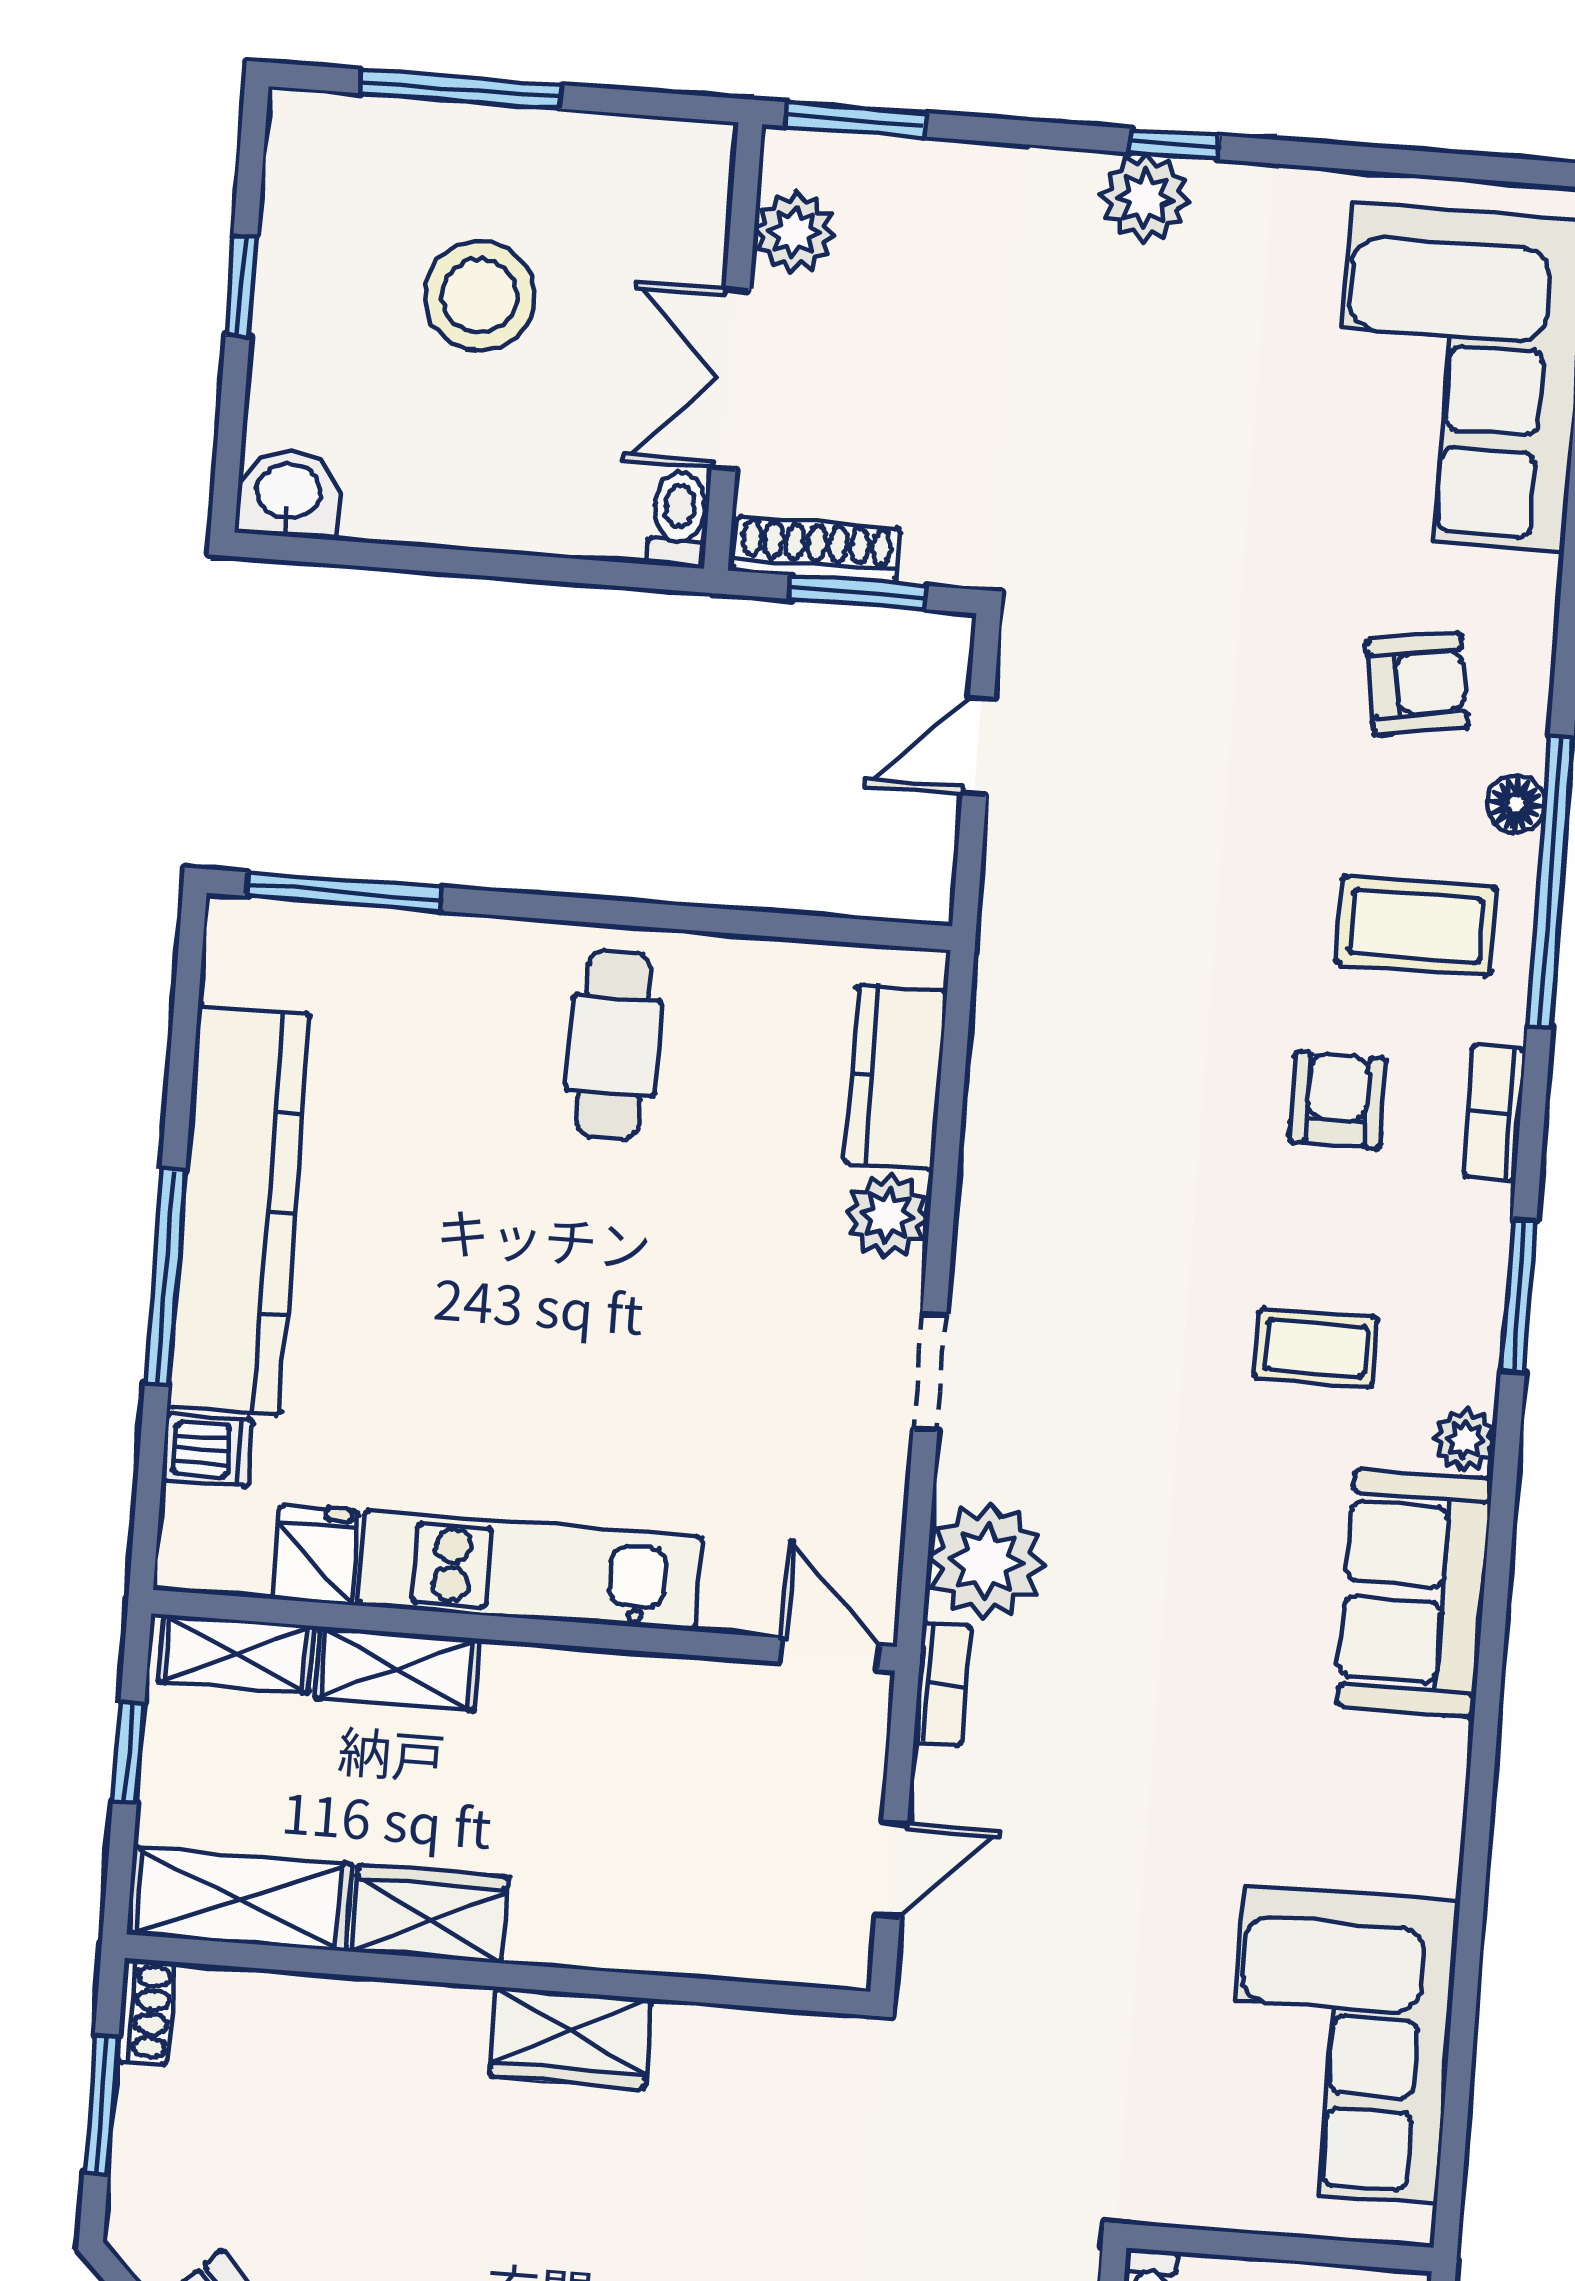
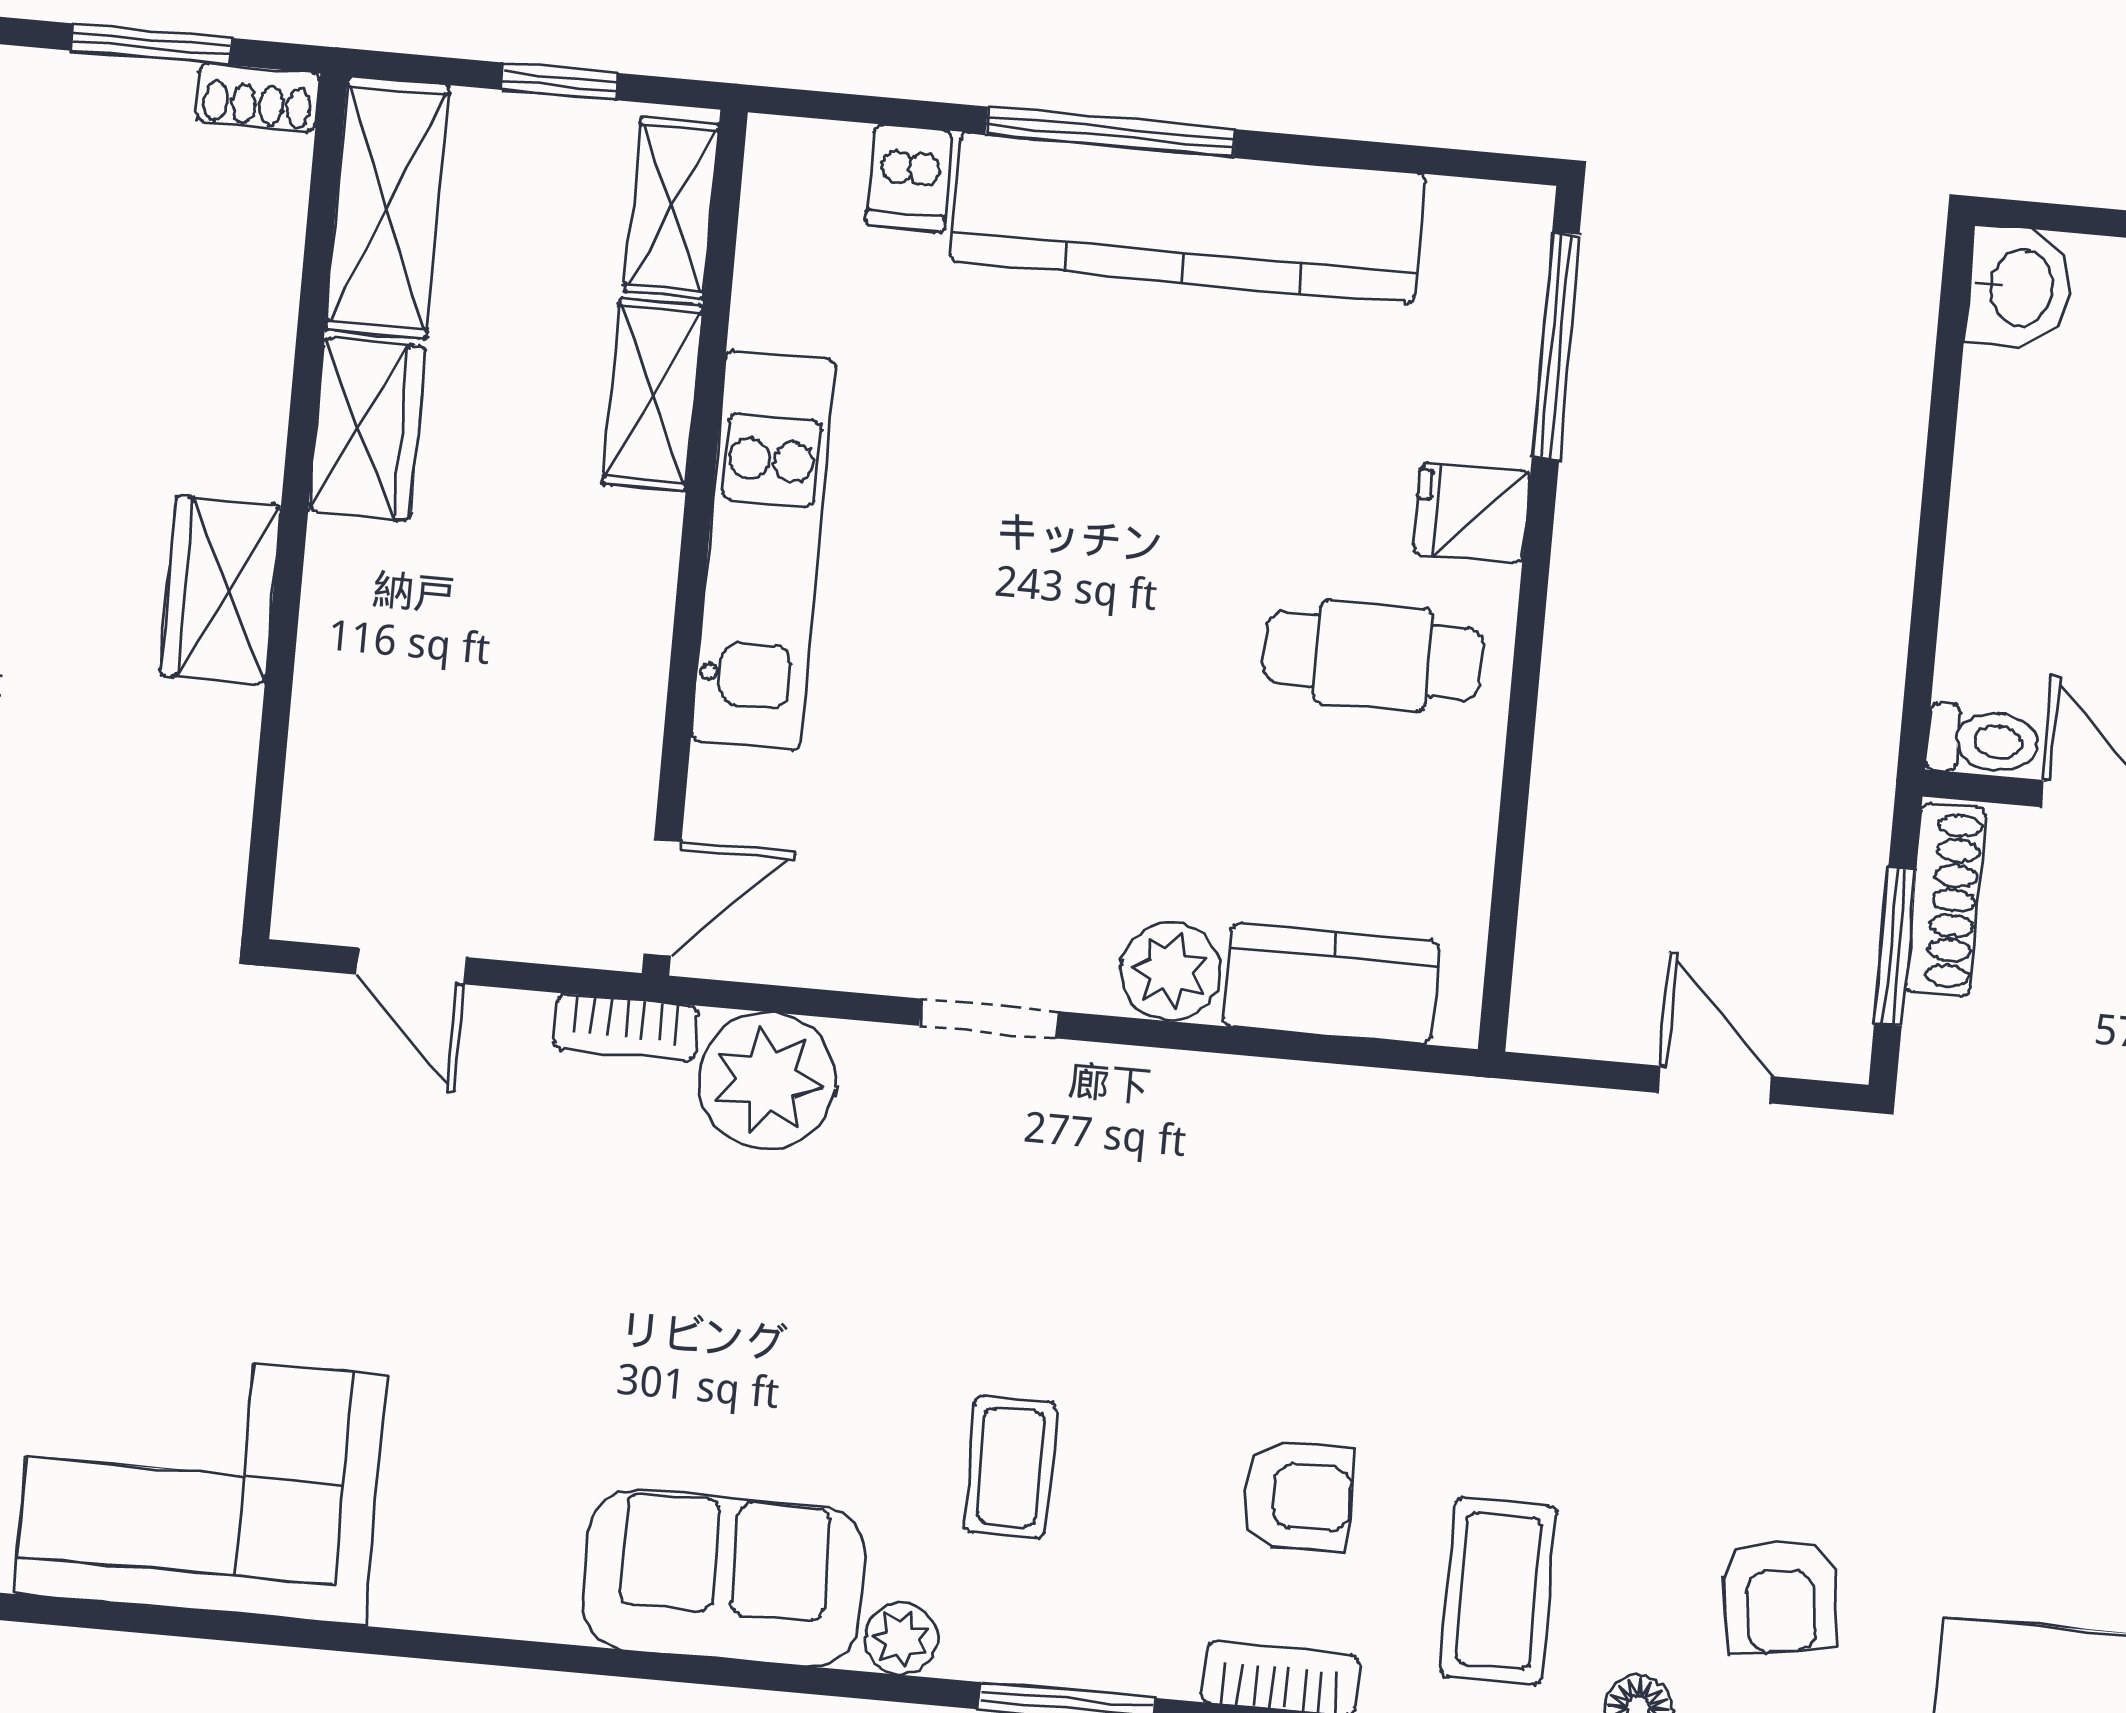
fridge: (315, 1555) -> (1471, 513), moved, turned 180

